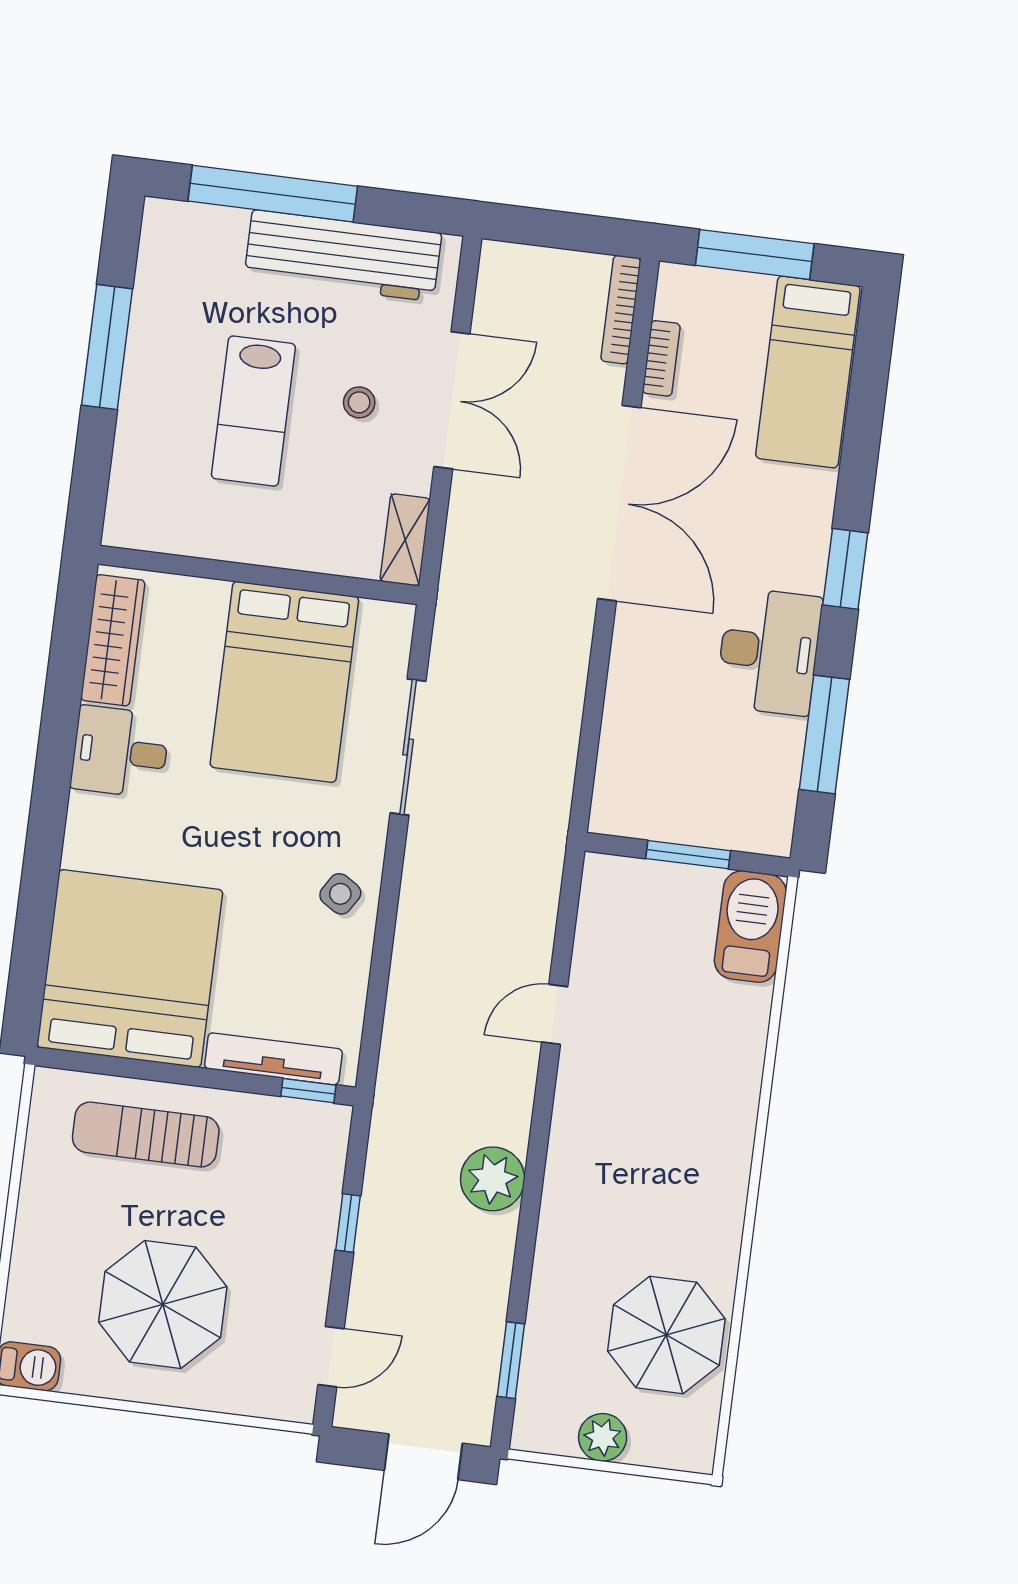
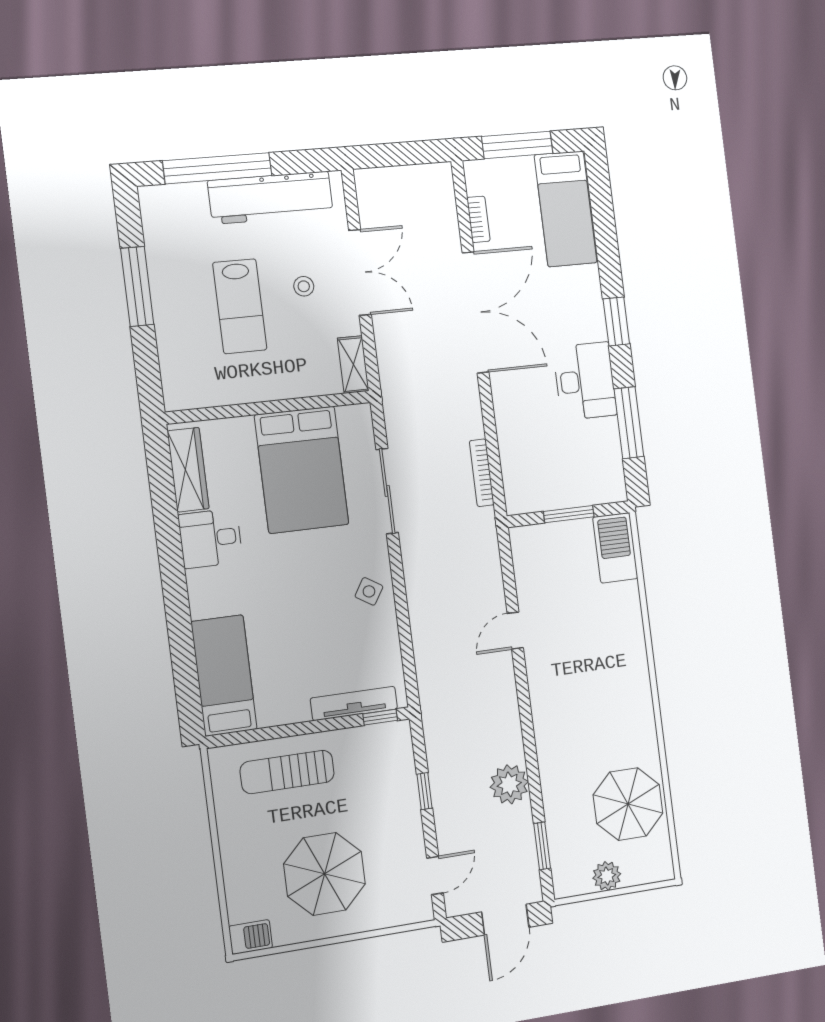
bookcase: (621, 310) -> (482, 473), moved
bed: (130, 969) -> (224, 675), width x0.49
plant: (493, 1179) -> (509, 784), moved

